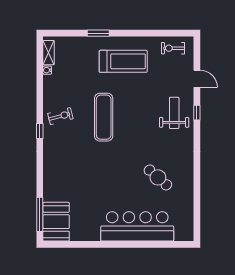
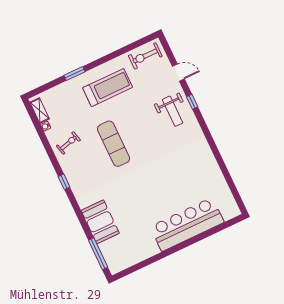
exercise bike: (173, 48) -> (145, 56), width x1.38, depth x1.39
weight bench: (174, 113) -> (173, 111), turned 180
exercise bike: (60, 116) -> (68, 143), moved
cafe table: (158, 177) -> (185, 174), removed
booth: (56, 222) -> (100, 222), moved

